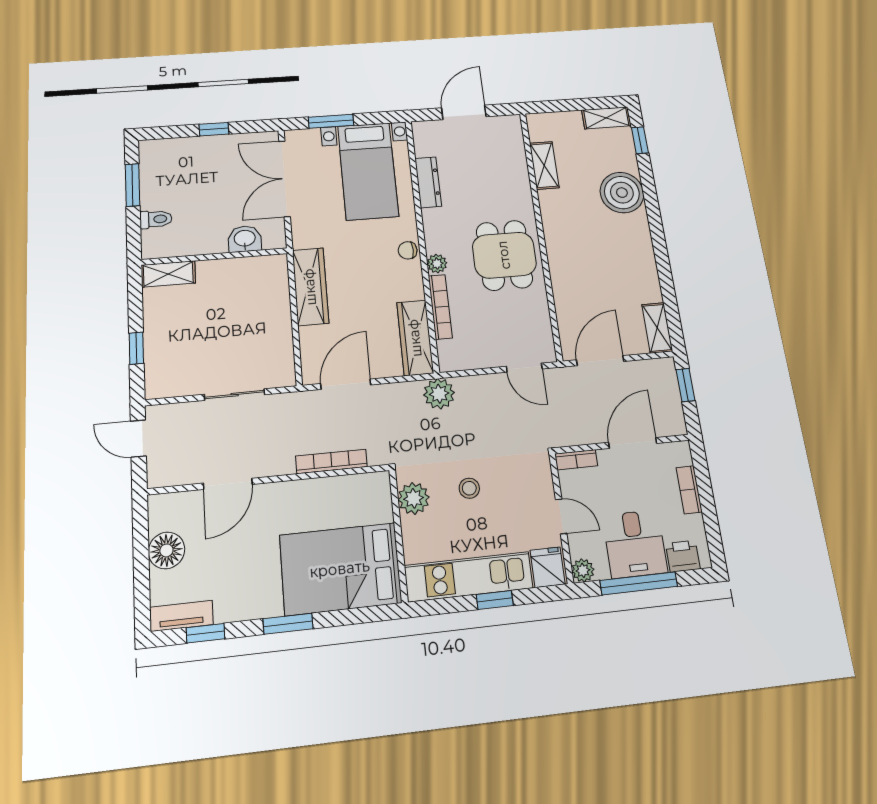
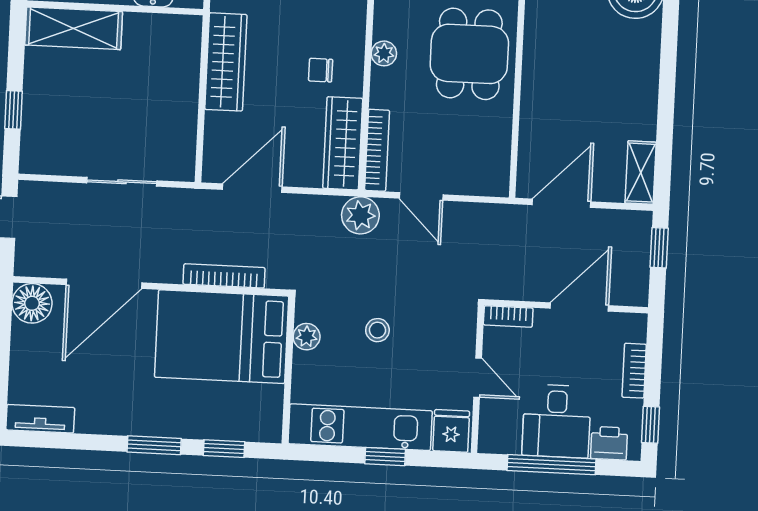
chair: (408, 250) -> (321, 70), moved
shelving: (168, 274) -> (74, 28), width x1.50, depth x1.33
bookcase: (440, 307) -> (377, 150), moved
door: (524, 368) -> (421, 196), moved
door: (228, 484) -> (104, 284), width x1.36
plant: (414, 498) -> (307, 337), width x0.73, depth x0.73
window: (713, 534) -> (650, 425), added
floor lamp: (166, 550) -> (32, 303), moved
bed: (340, 569) -> (222, 337), moved
plant: (583, 570) -> (491, 441), removed
window: (205, 633) -> (224, 449), moved

